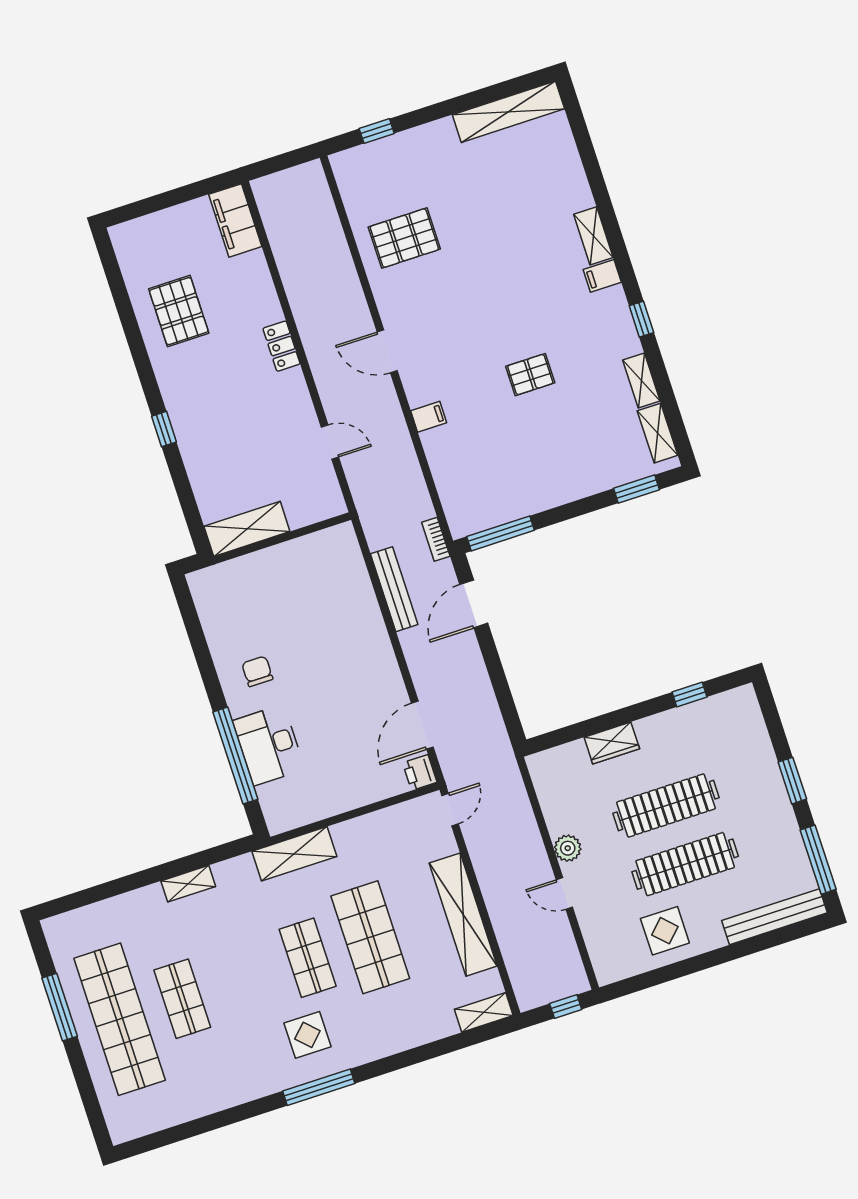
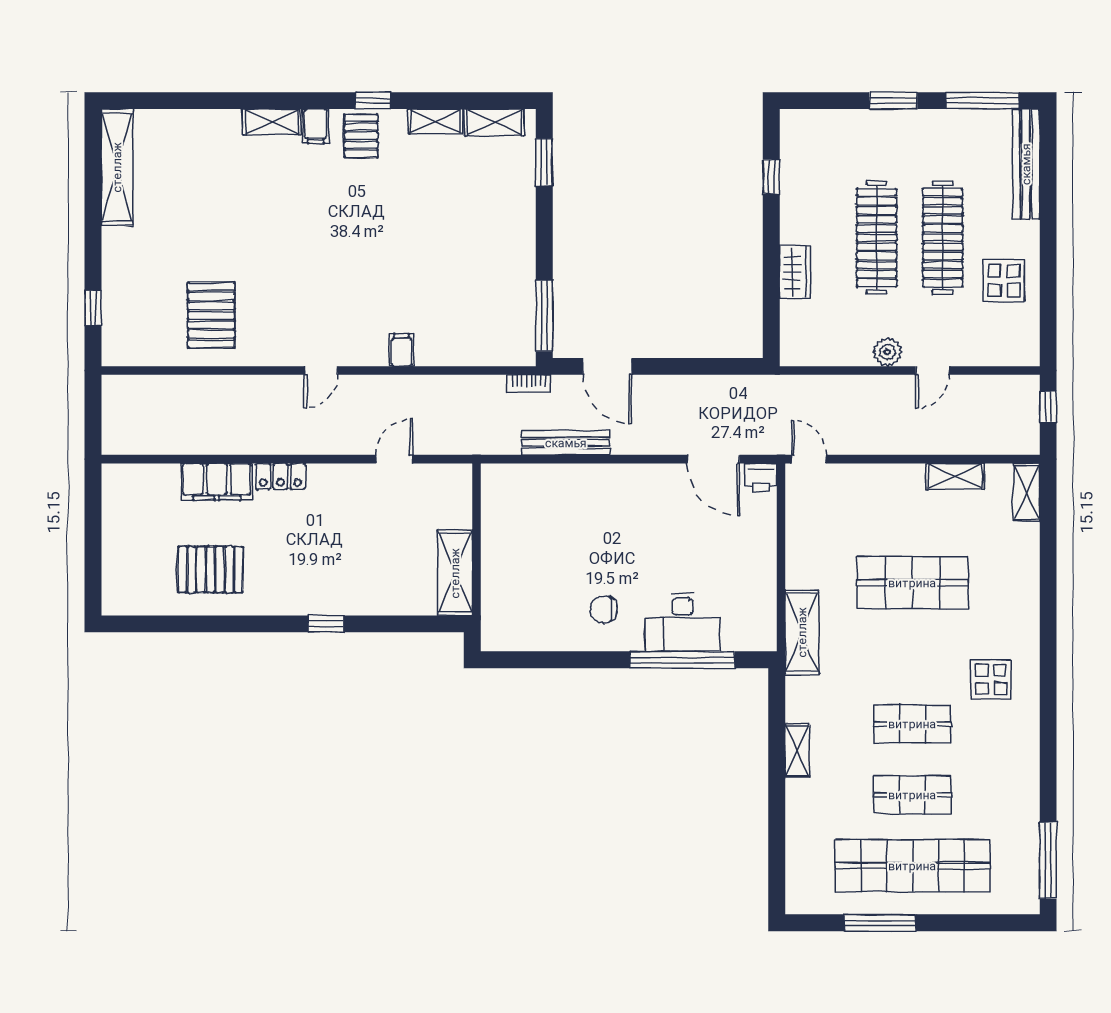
filing cabinet: (235, 220) -> (217, 482), moved
door: (387, 351) -> (321, 371), width x0.73
pallet: (530, 375) -> (361, 136), moved
shelving: (463, 915) -> (955, 476), width x0.45, depth x0.75
shop shelf: (308, 958) -> (912, 724), moved
window: (319, 1087) -> (1048, 860), moved

